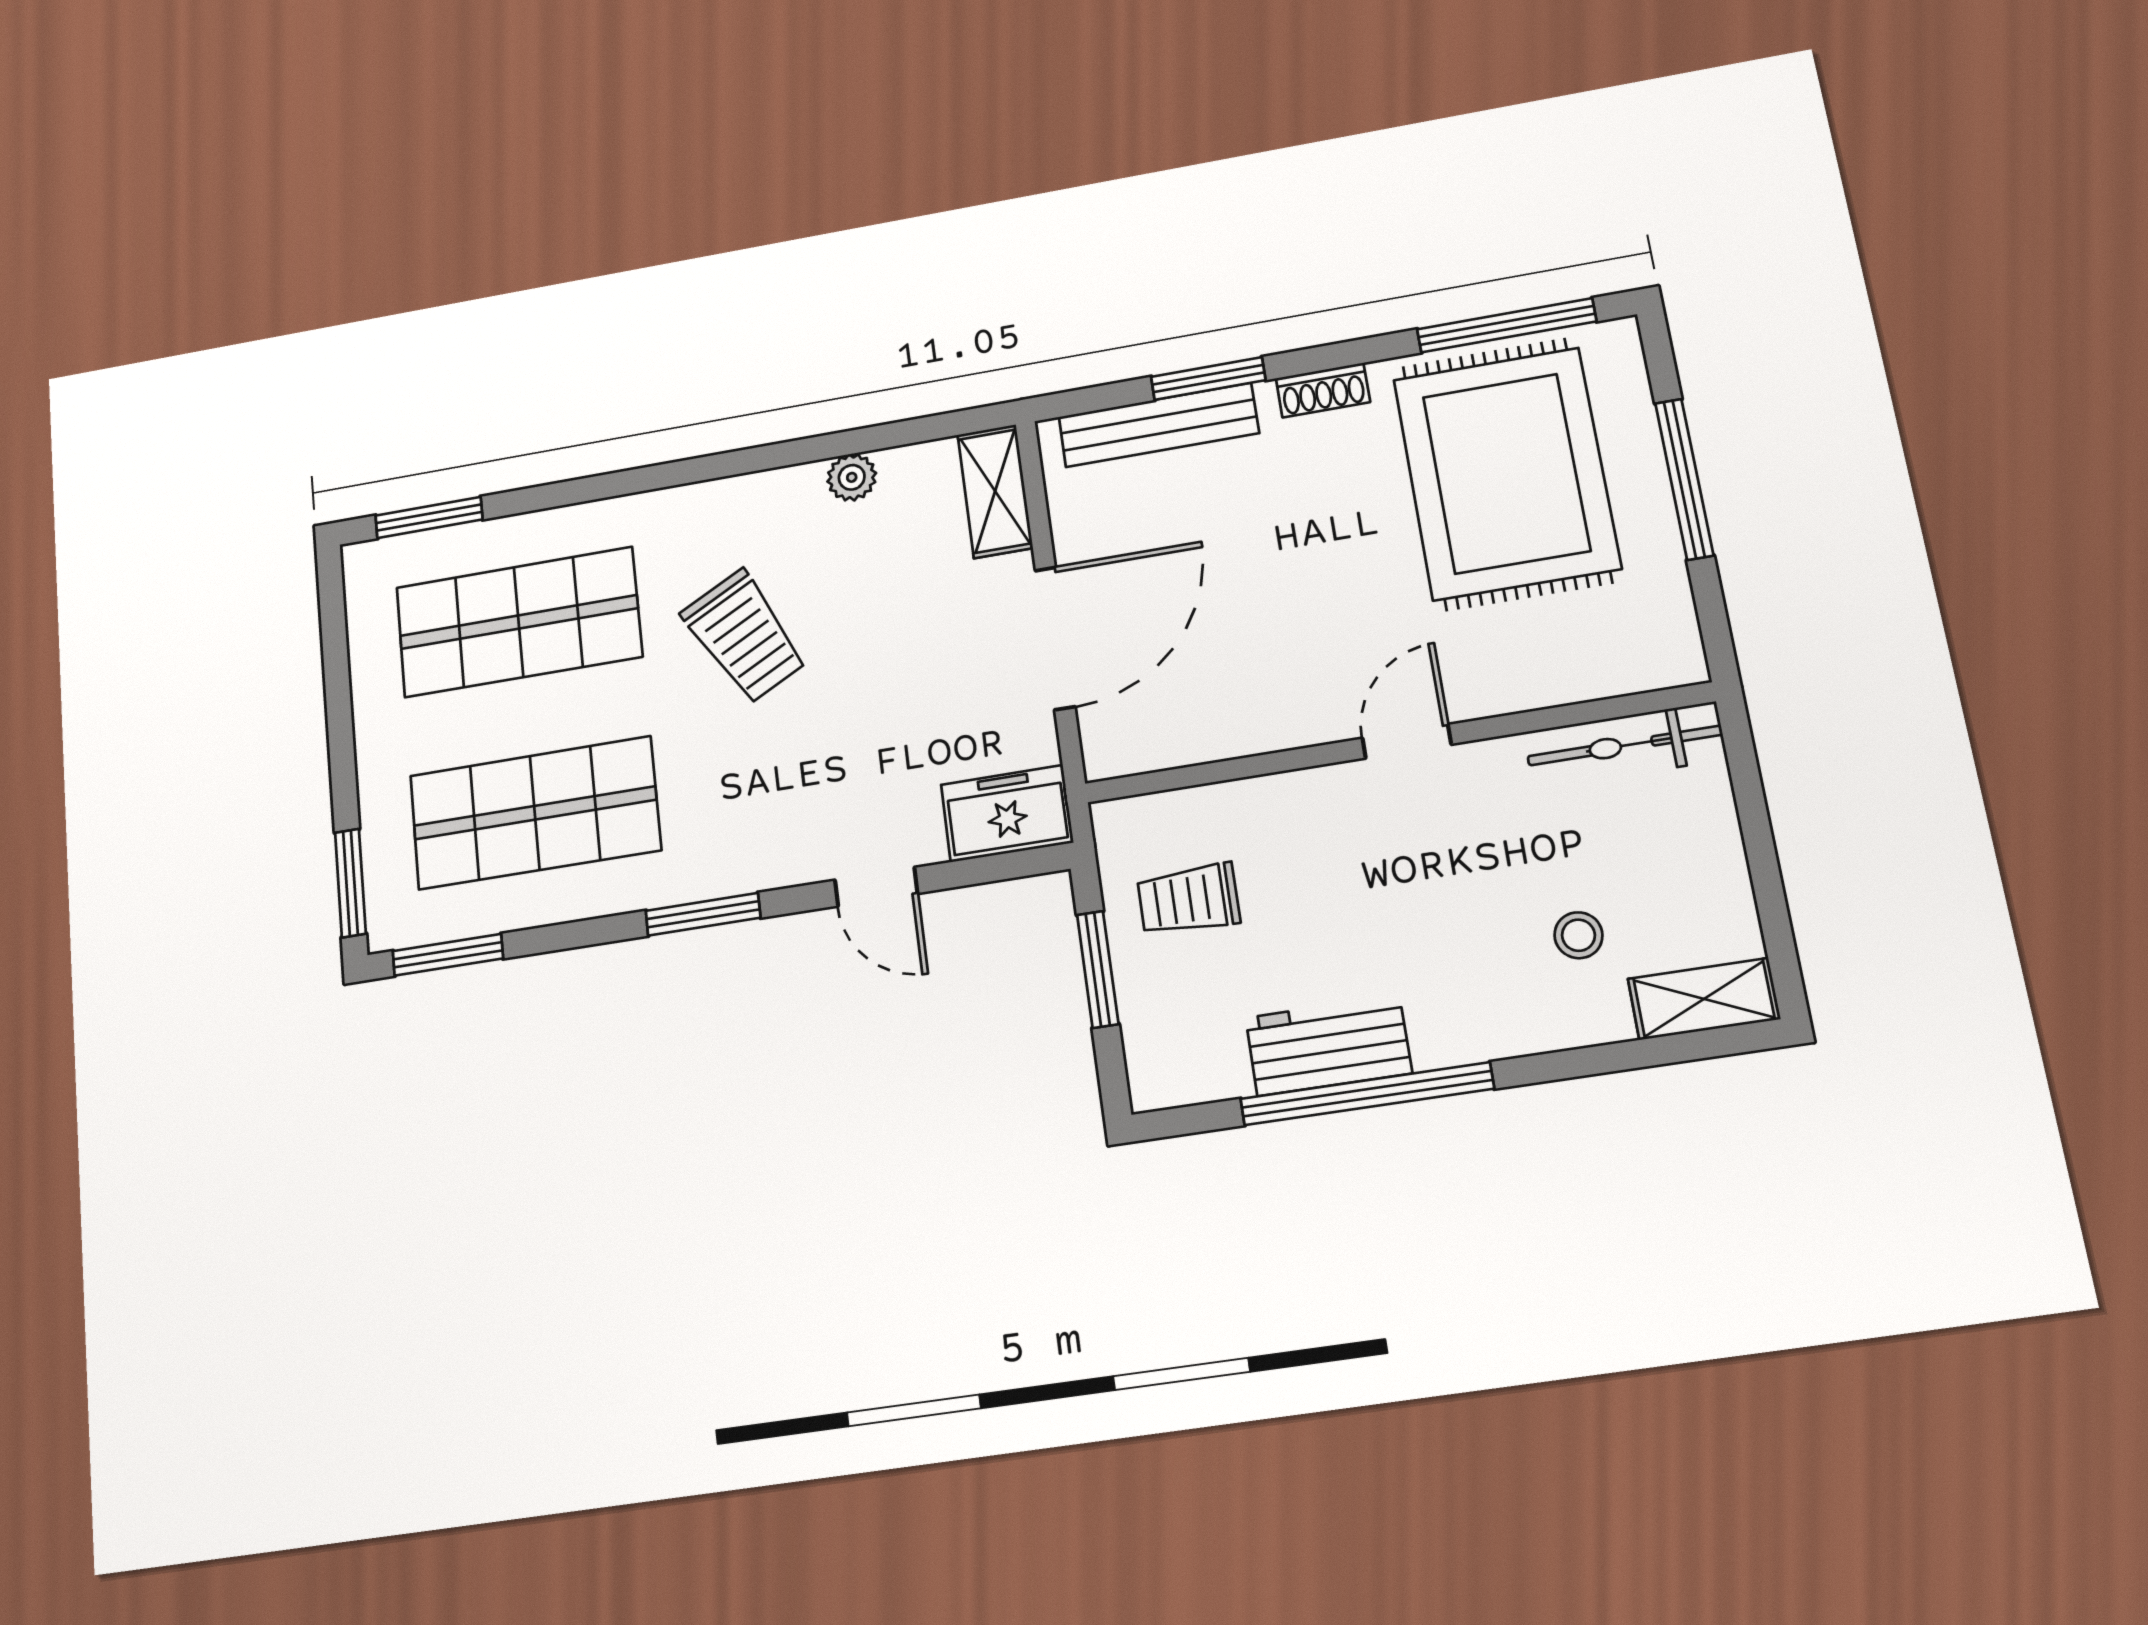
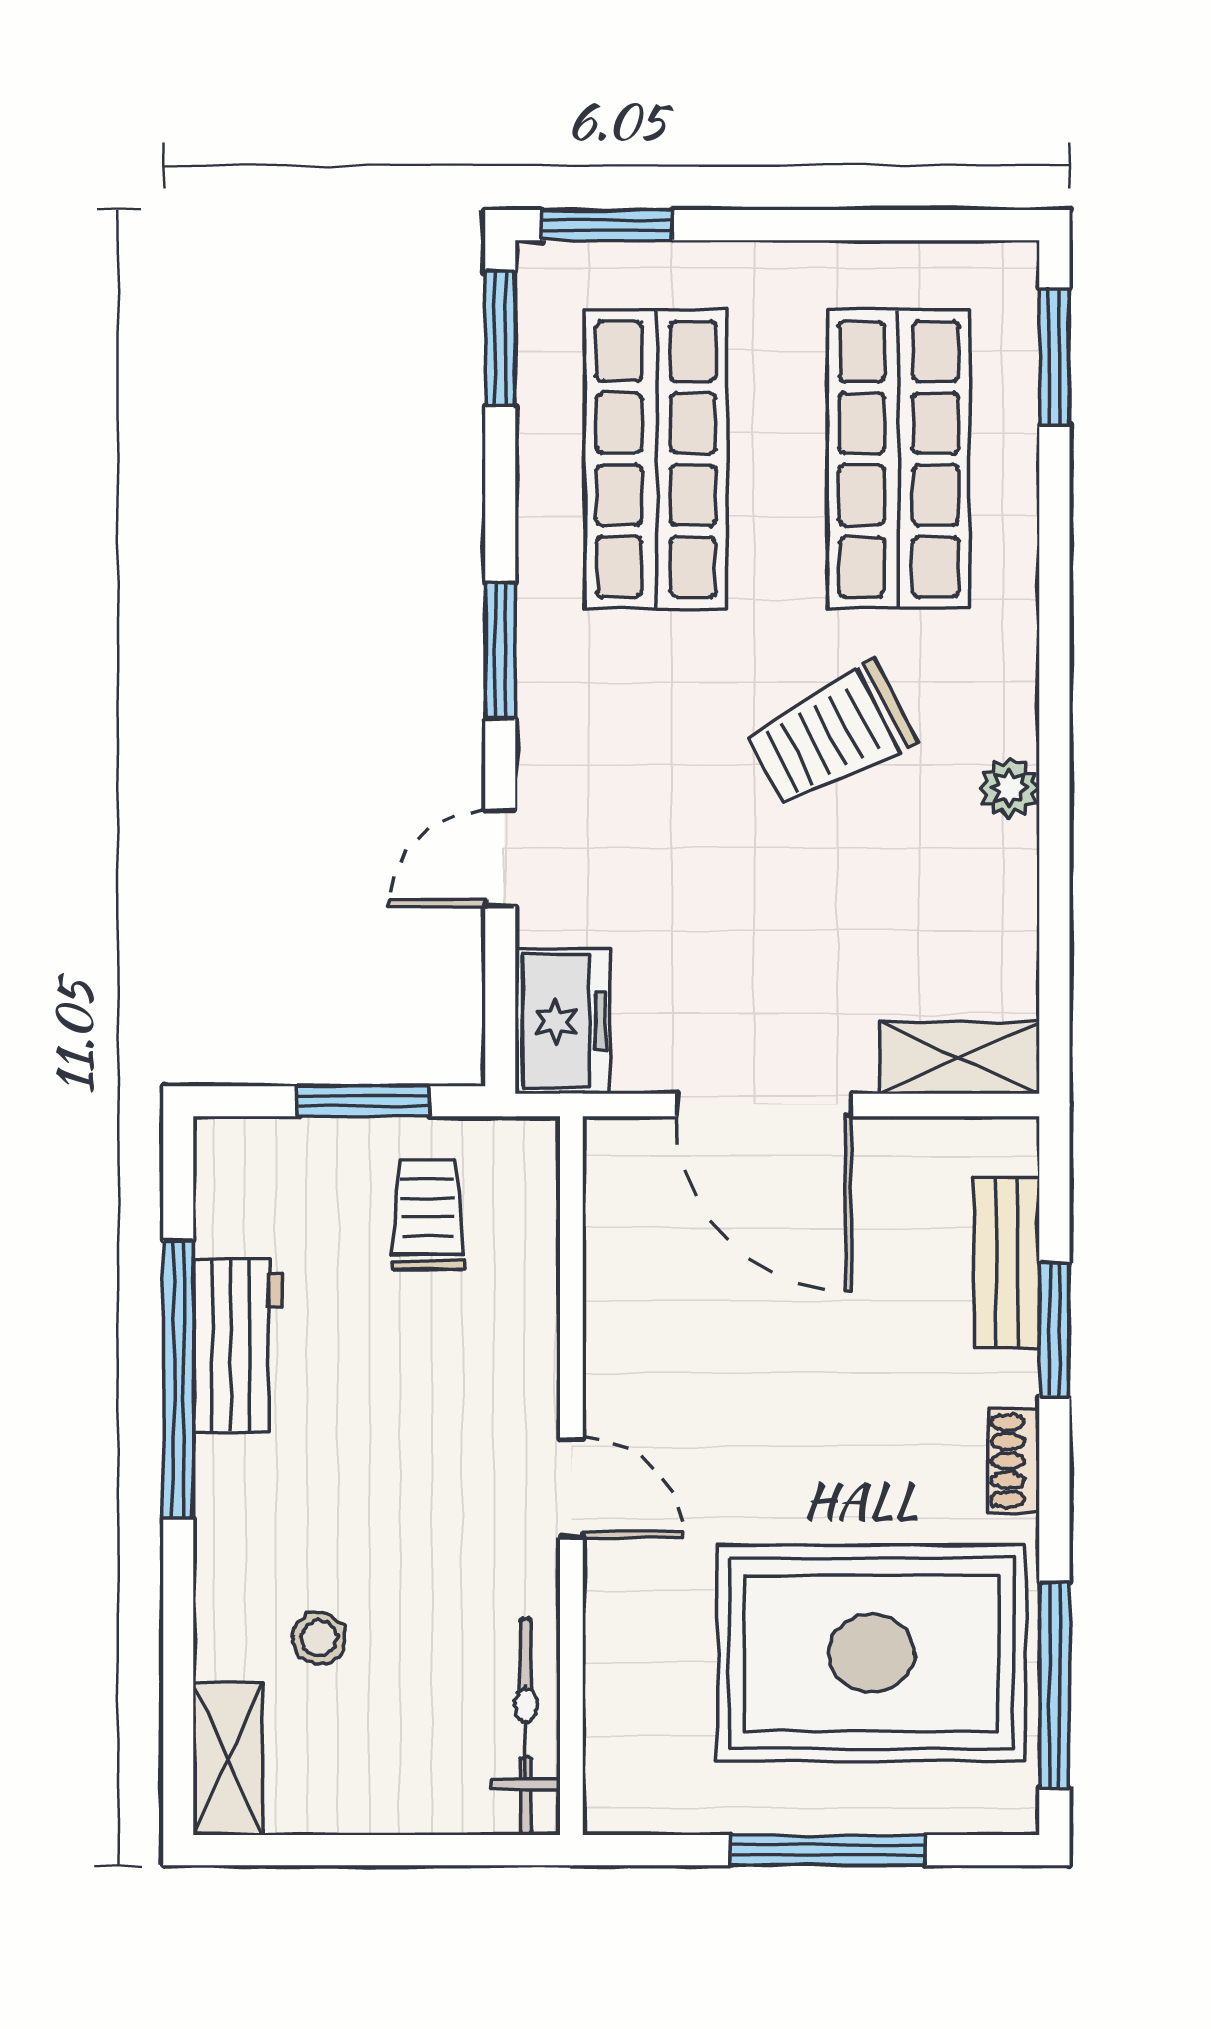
bench: (1158, 425) -> (1007, 1263), width x0.73
plant: (852, 477) -> (1009, 788), moved

